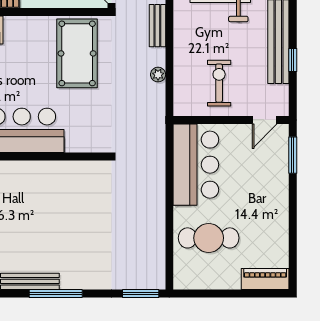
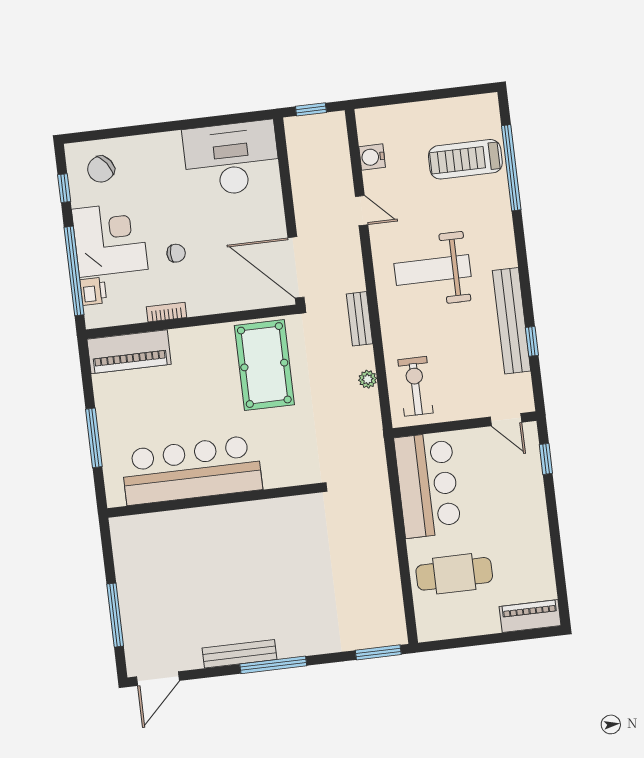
exercise bike: (219, 83) -> (415, 386), moved
door: (265, 120) -> (506, 420), hinge flipped
window: (293, 155) -> (546, 459), width x0.67

